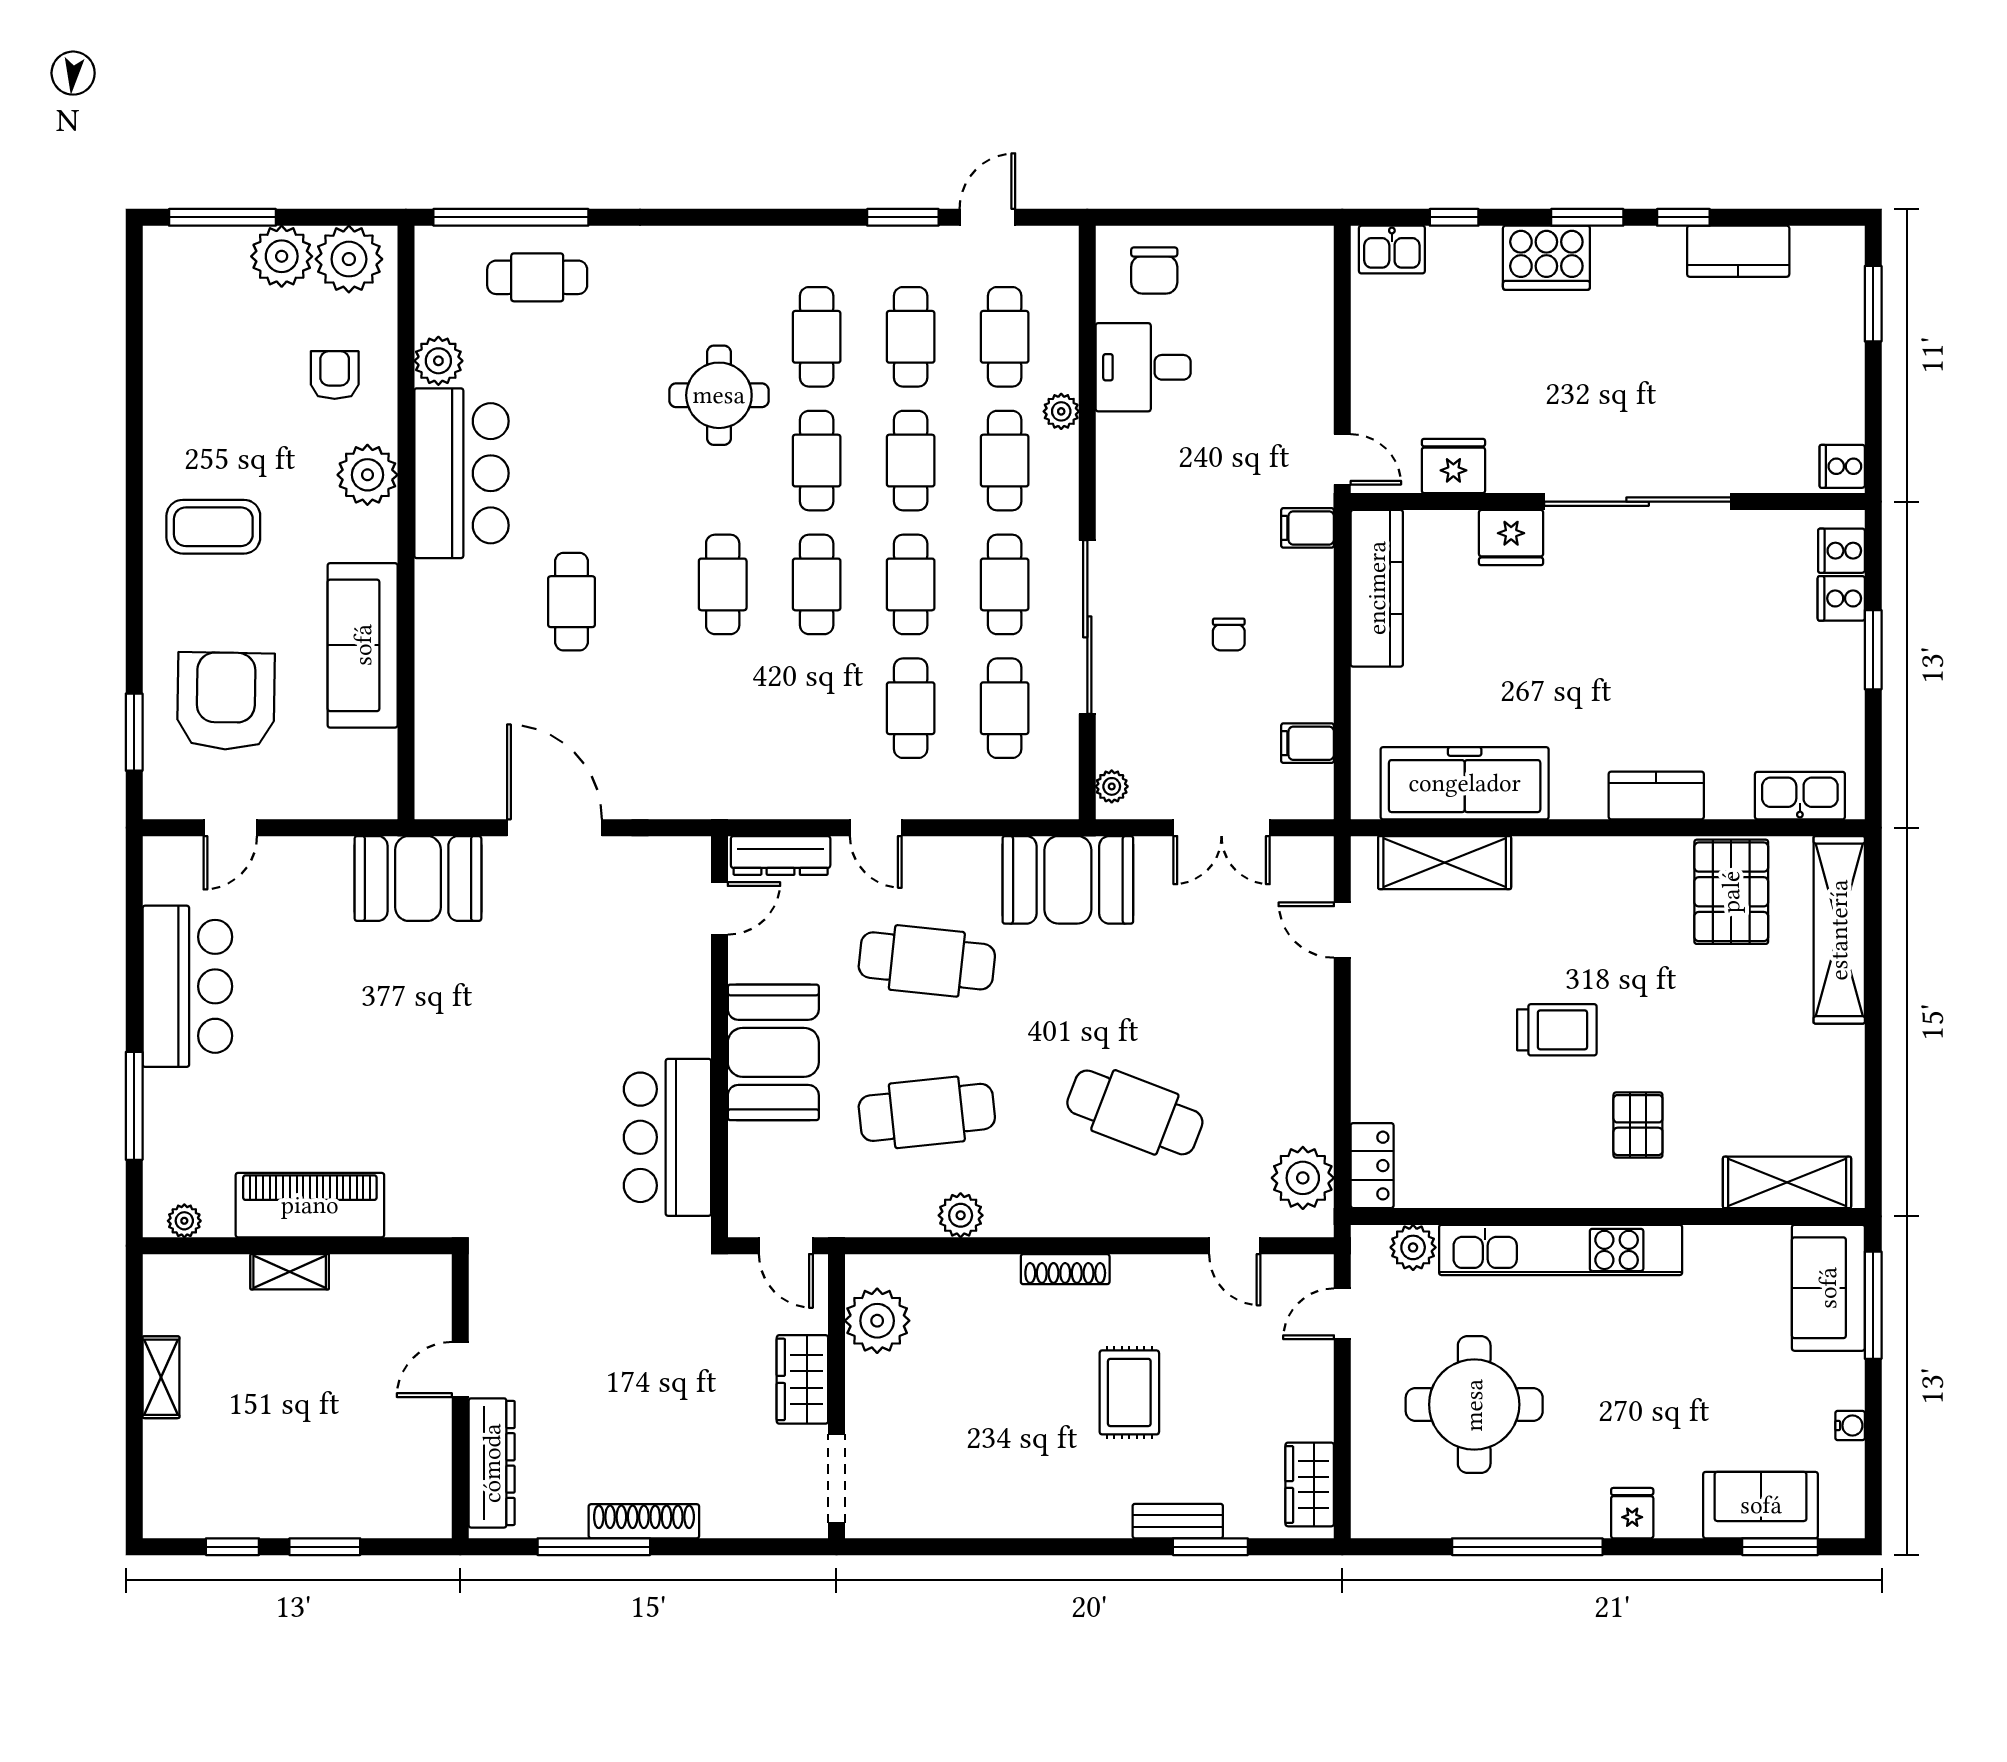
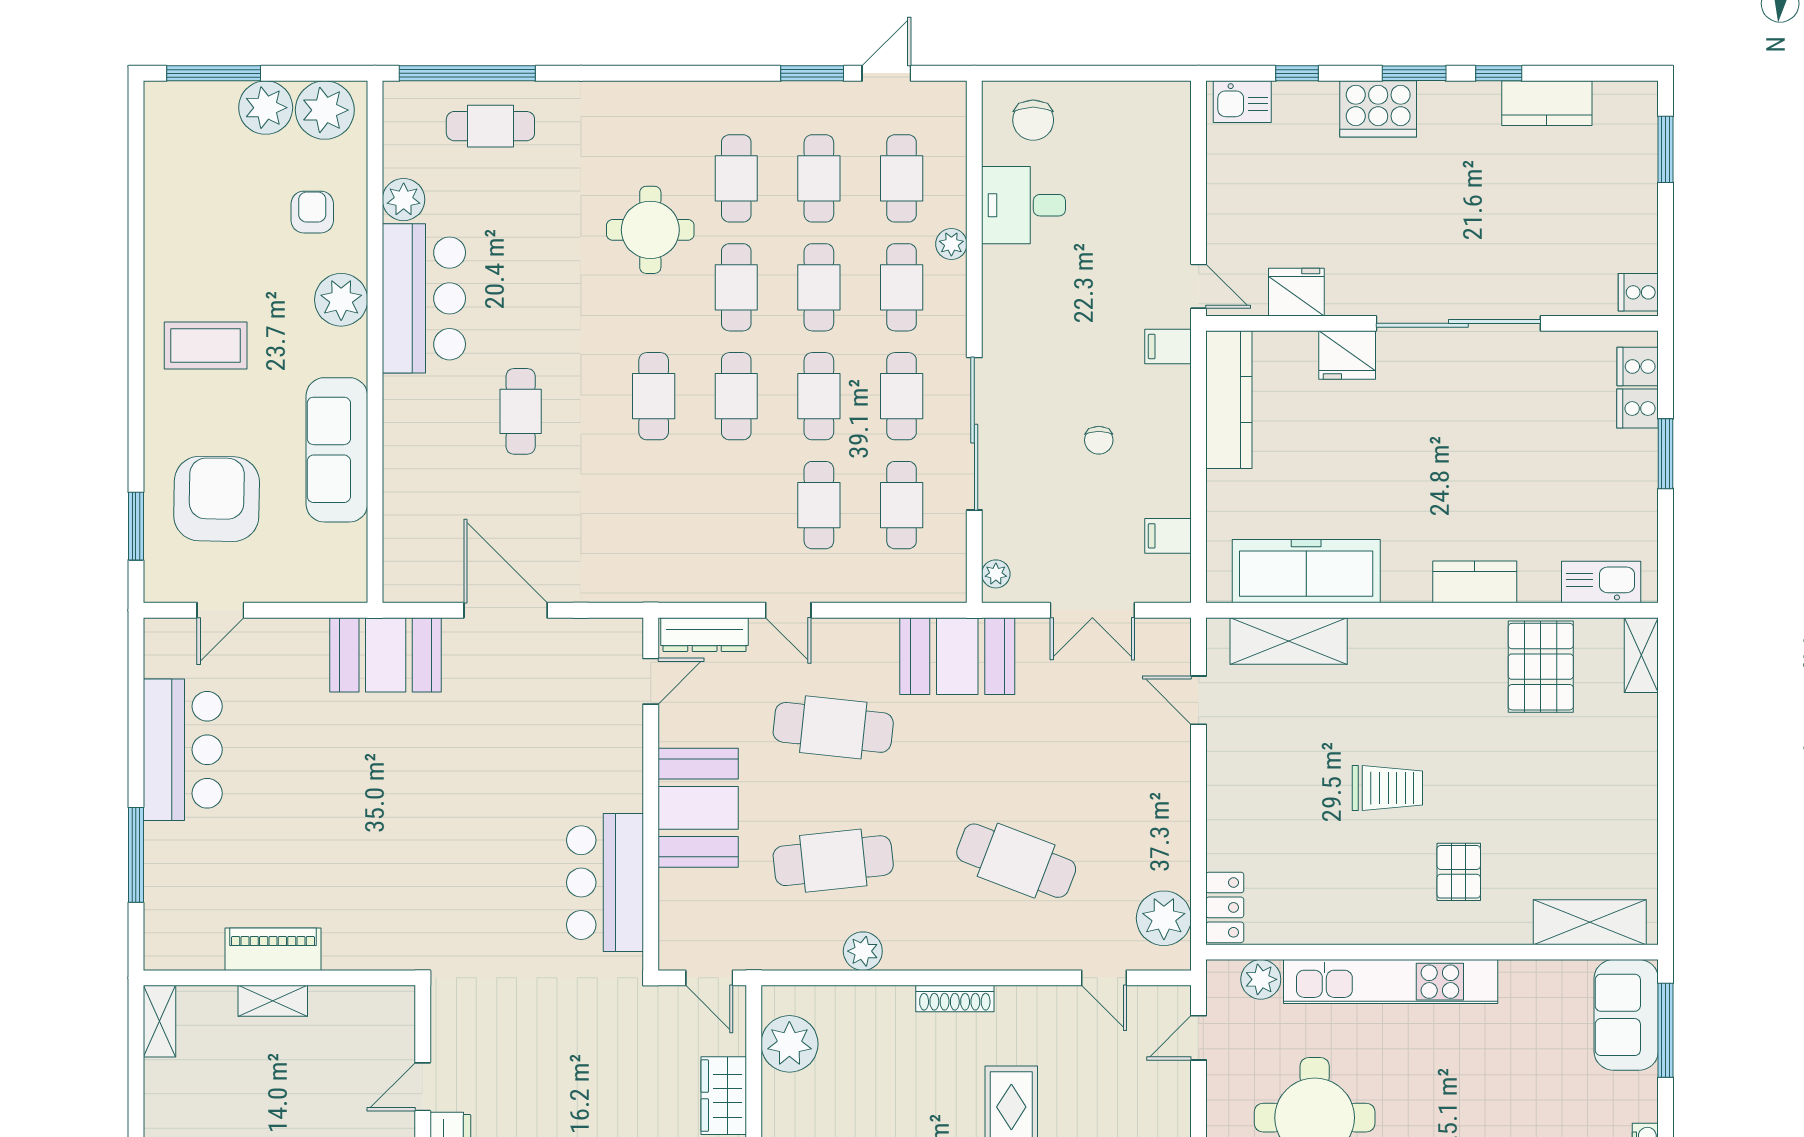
shelving: (1839, 930) -> (1641, 655), width x0.45, depth x0.75
piano: (310, 1205) -> (273, 949), width x0.73, depth x0.75
plant: (184, 1221) -> (180, 956), removed
shelving: (161, 1377) -> (159, 1021), moved

